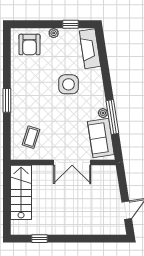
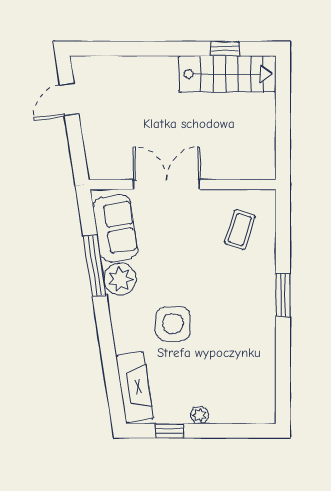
armchair: (29, 45) -> (243, 395), removed
plant: (103, 113) -> (120, 279), width x1.88, depth x1.88
stairs: (21, 192) -> (227, 74), moved, turned -90

